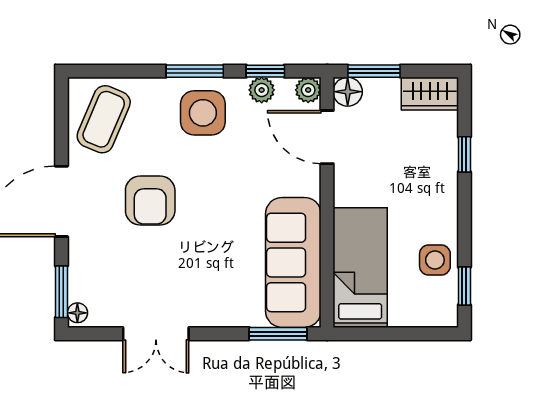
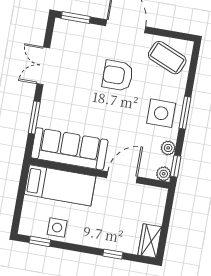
window: (265, 71) -> (176, 166), moved
window: (374, 71) -> (168, 212), removed
floor lamp: (348, 92) -> (159, 195), removed
door: (327, 137) -> (122, 177), moved
floor lamp: (77, 313) -> (62, 24), removed
window: (278, 334) -> (34, 118), moved

